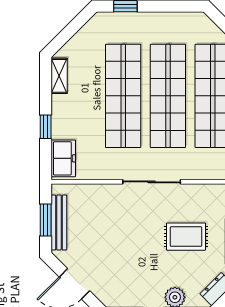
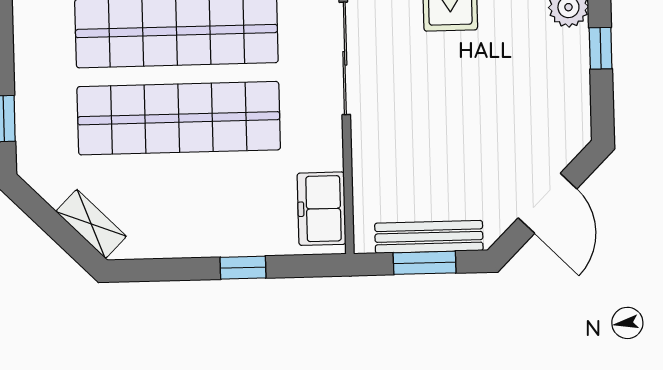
shelving: (59, 76) -> (91, 224), moved, turned 45
freezer: (63, 158) -> (322, 209), moved, turned -90

